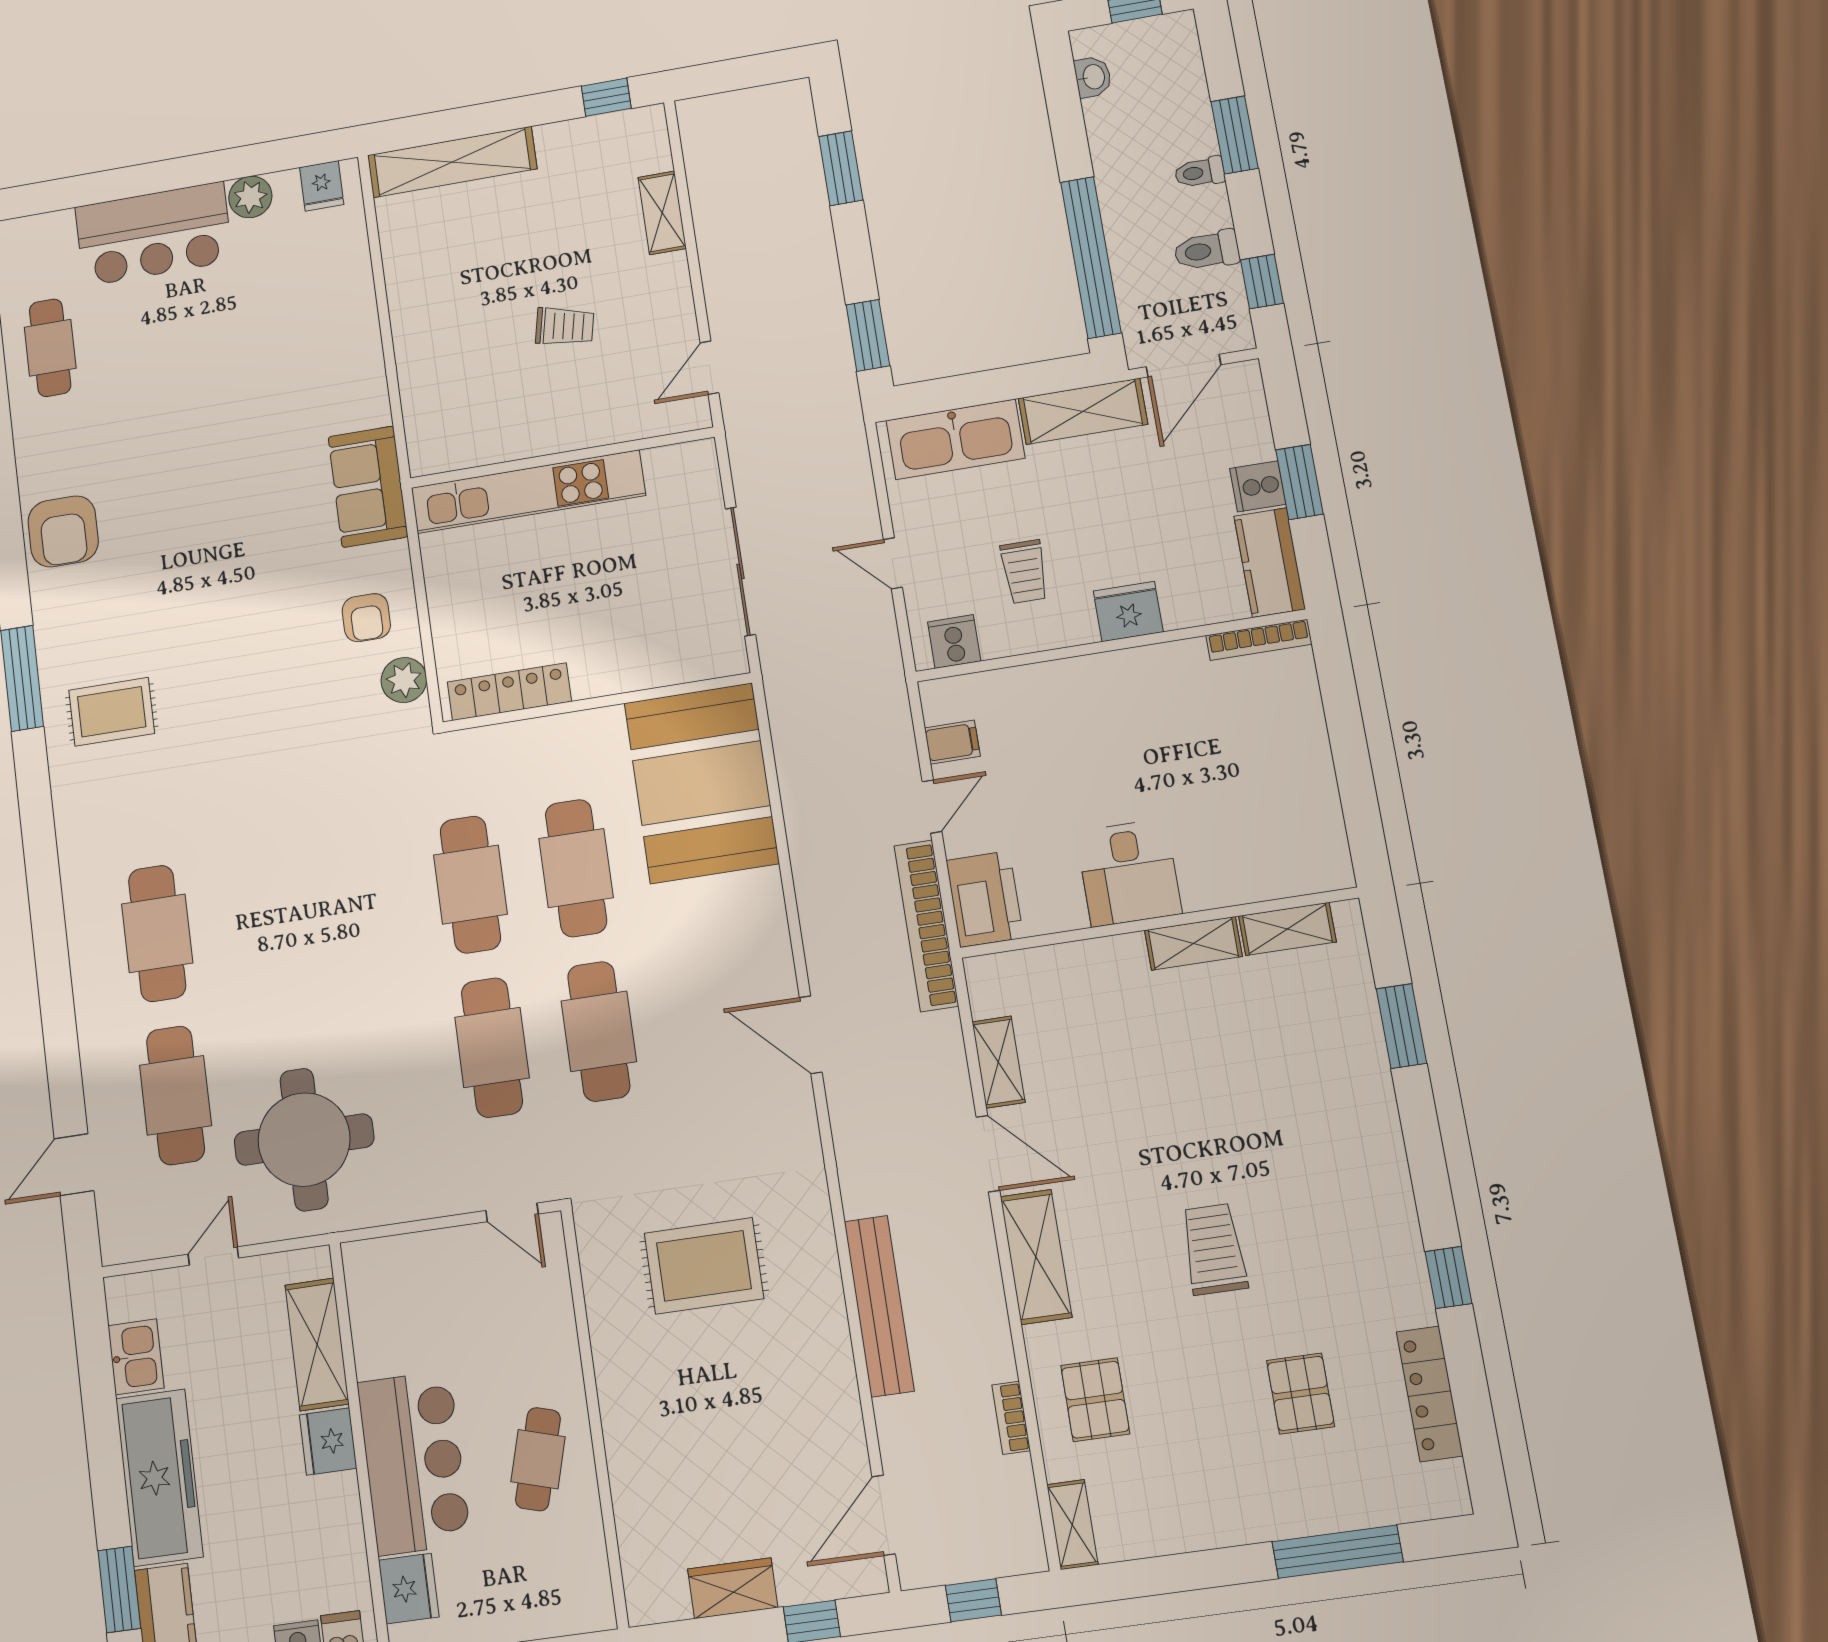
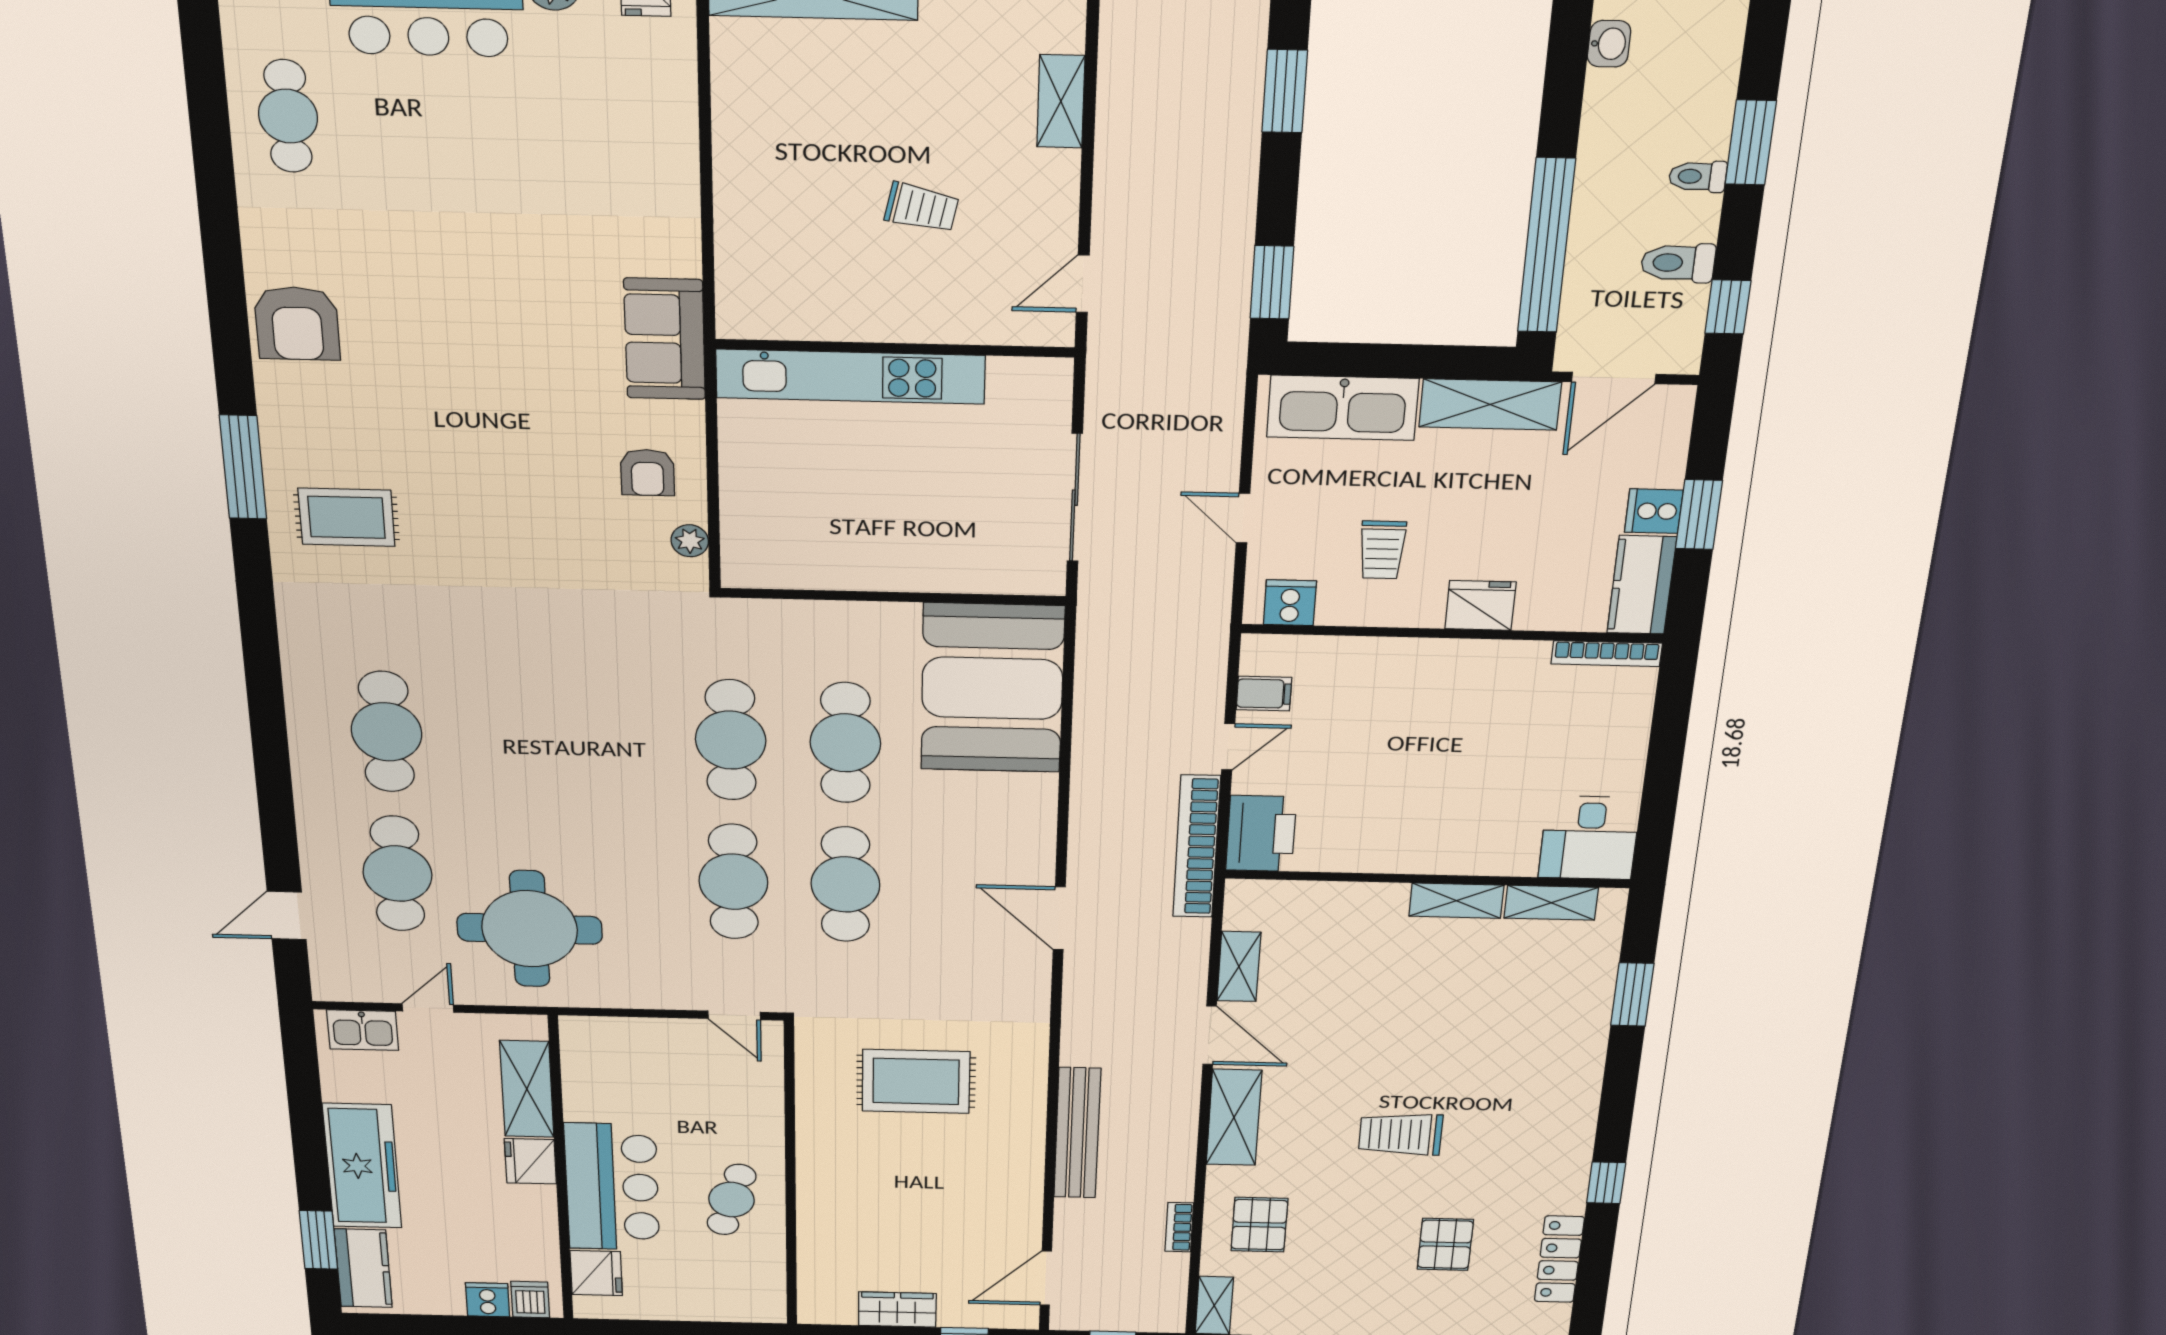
plant: (404, 680) -> (690, 541), width x0.73, depth x0.73
locker: (509, 692) -> (799, 571), removed
desk: (1129, 873) -> (1589, 838), moved
trolley: (1214, 1249) -> (1401, 1134), turned -90
kitchen sink: (136, 1357) -> (363, 1030), moved, turned 90

